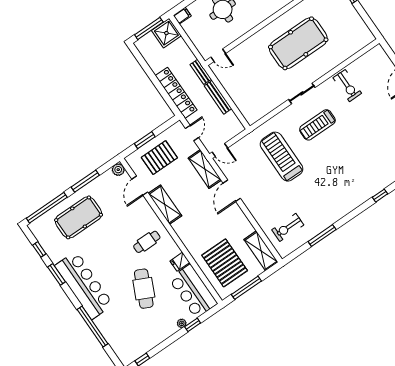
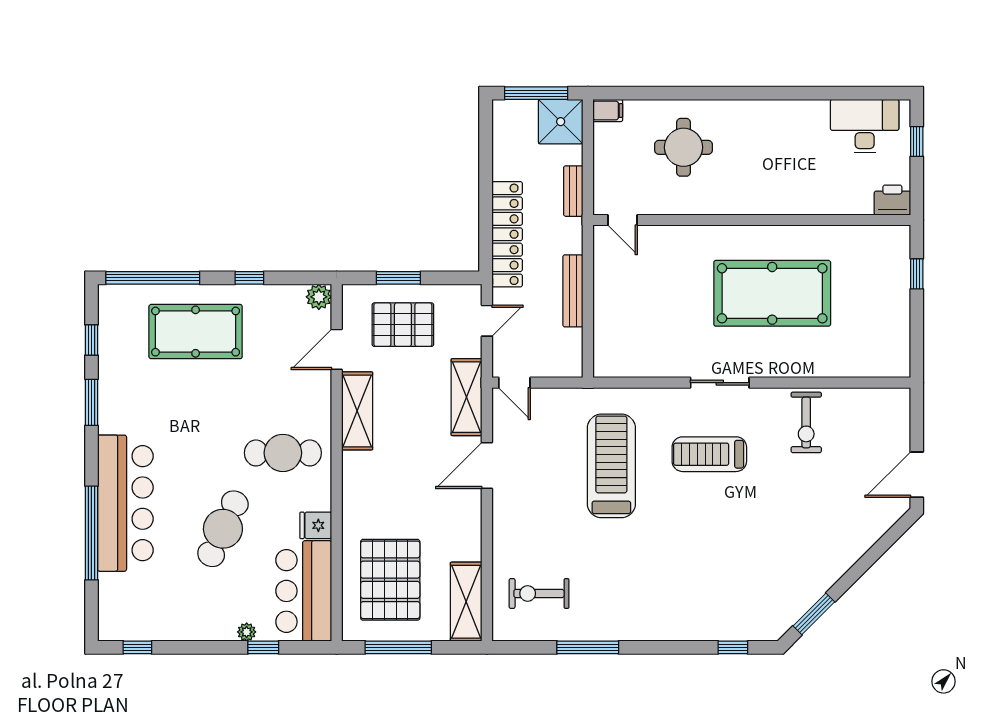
bench: (201, 72) -> (573, 191), moved
window: (85, 181) -> (249, 278), width x0.46
cafe table: (147, 242) -> (283, 453), width x1.37, depth x1.35
bar counter: (84, 285) -> (125, 503), moved

